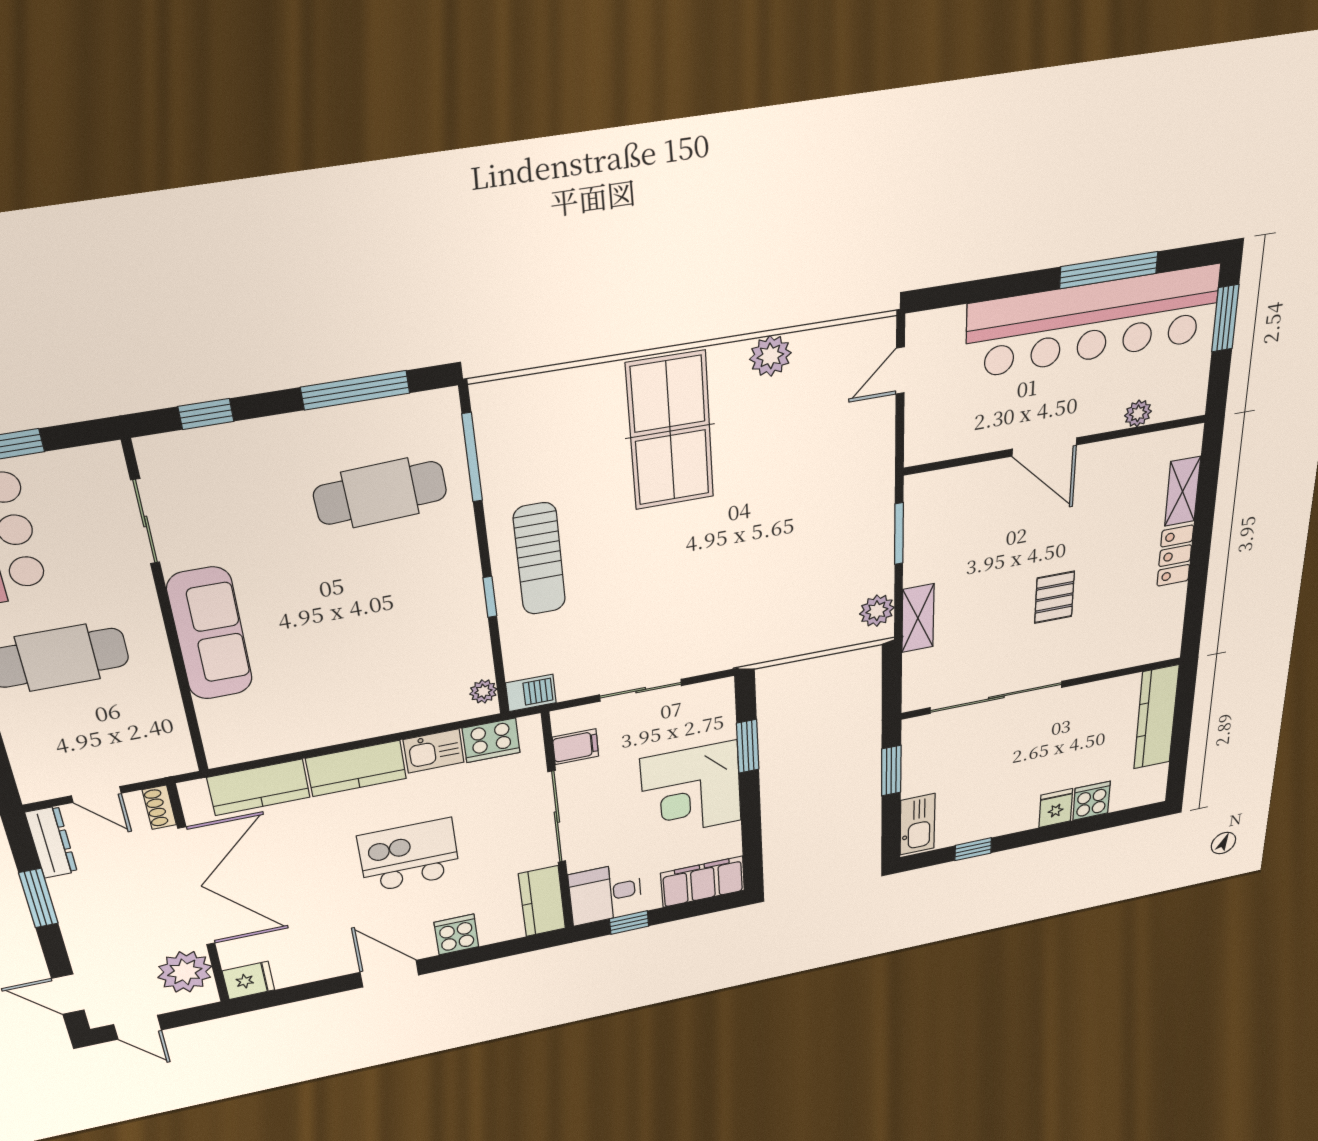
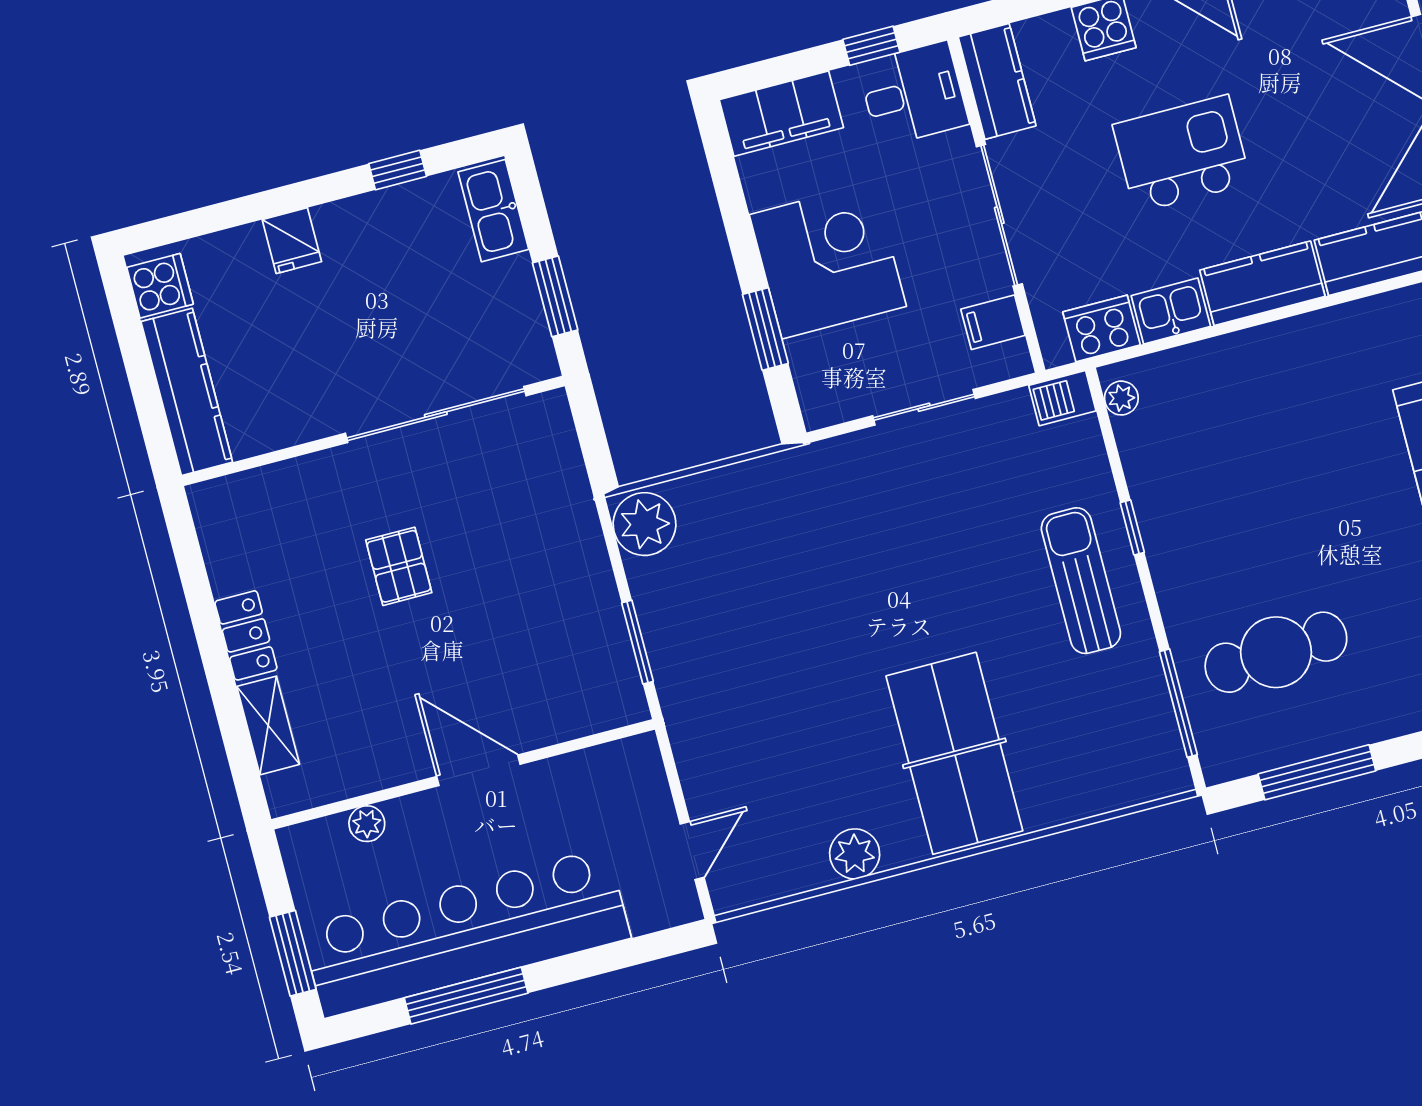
plant: (877, 611) -> (645, 524), width x1.36, depth x1.36
shelving: (918, 618) -> (580, 527), removed
cooker: (1092, 801) -> (160, 286), moved, turned -90
kitchen island: (409, 855) -> (1182, 154), turned 180

